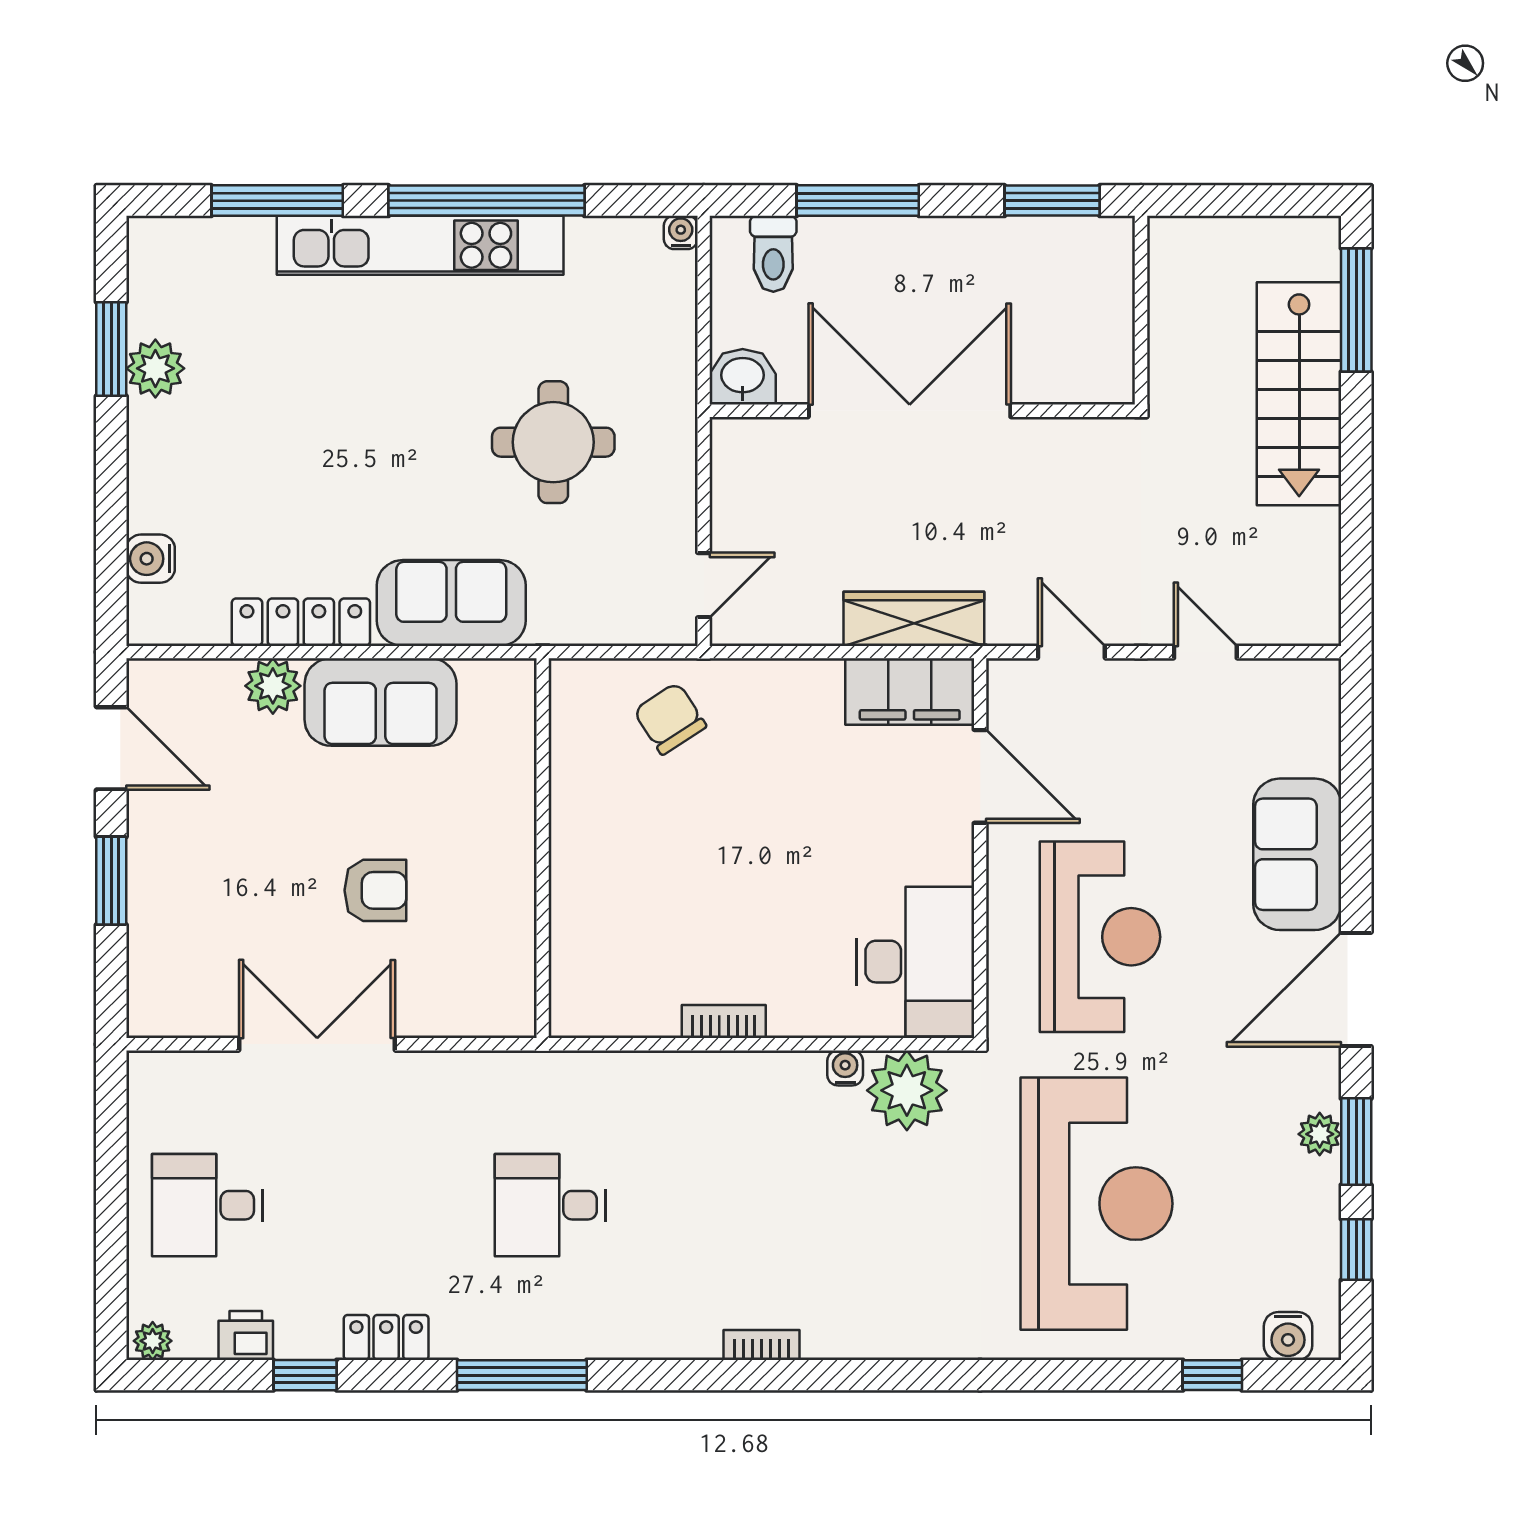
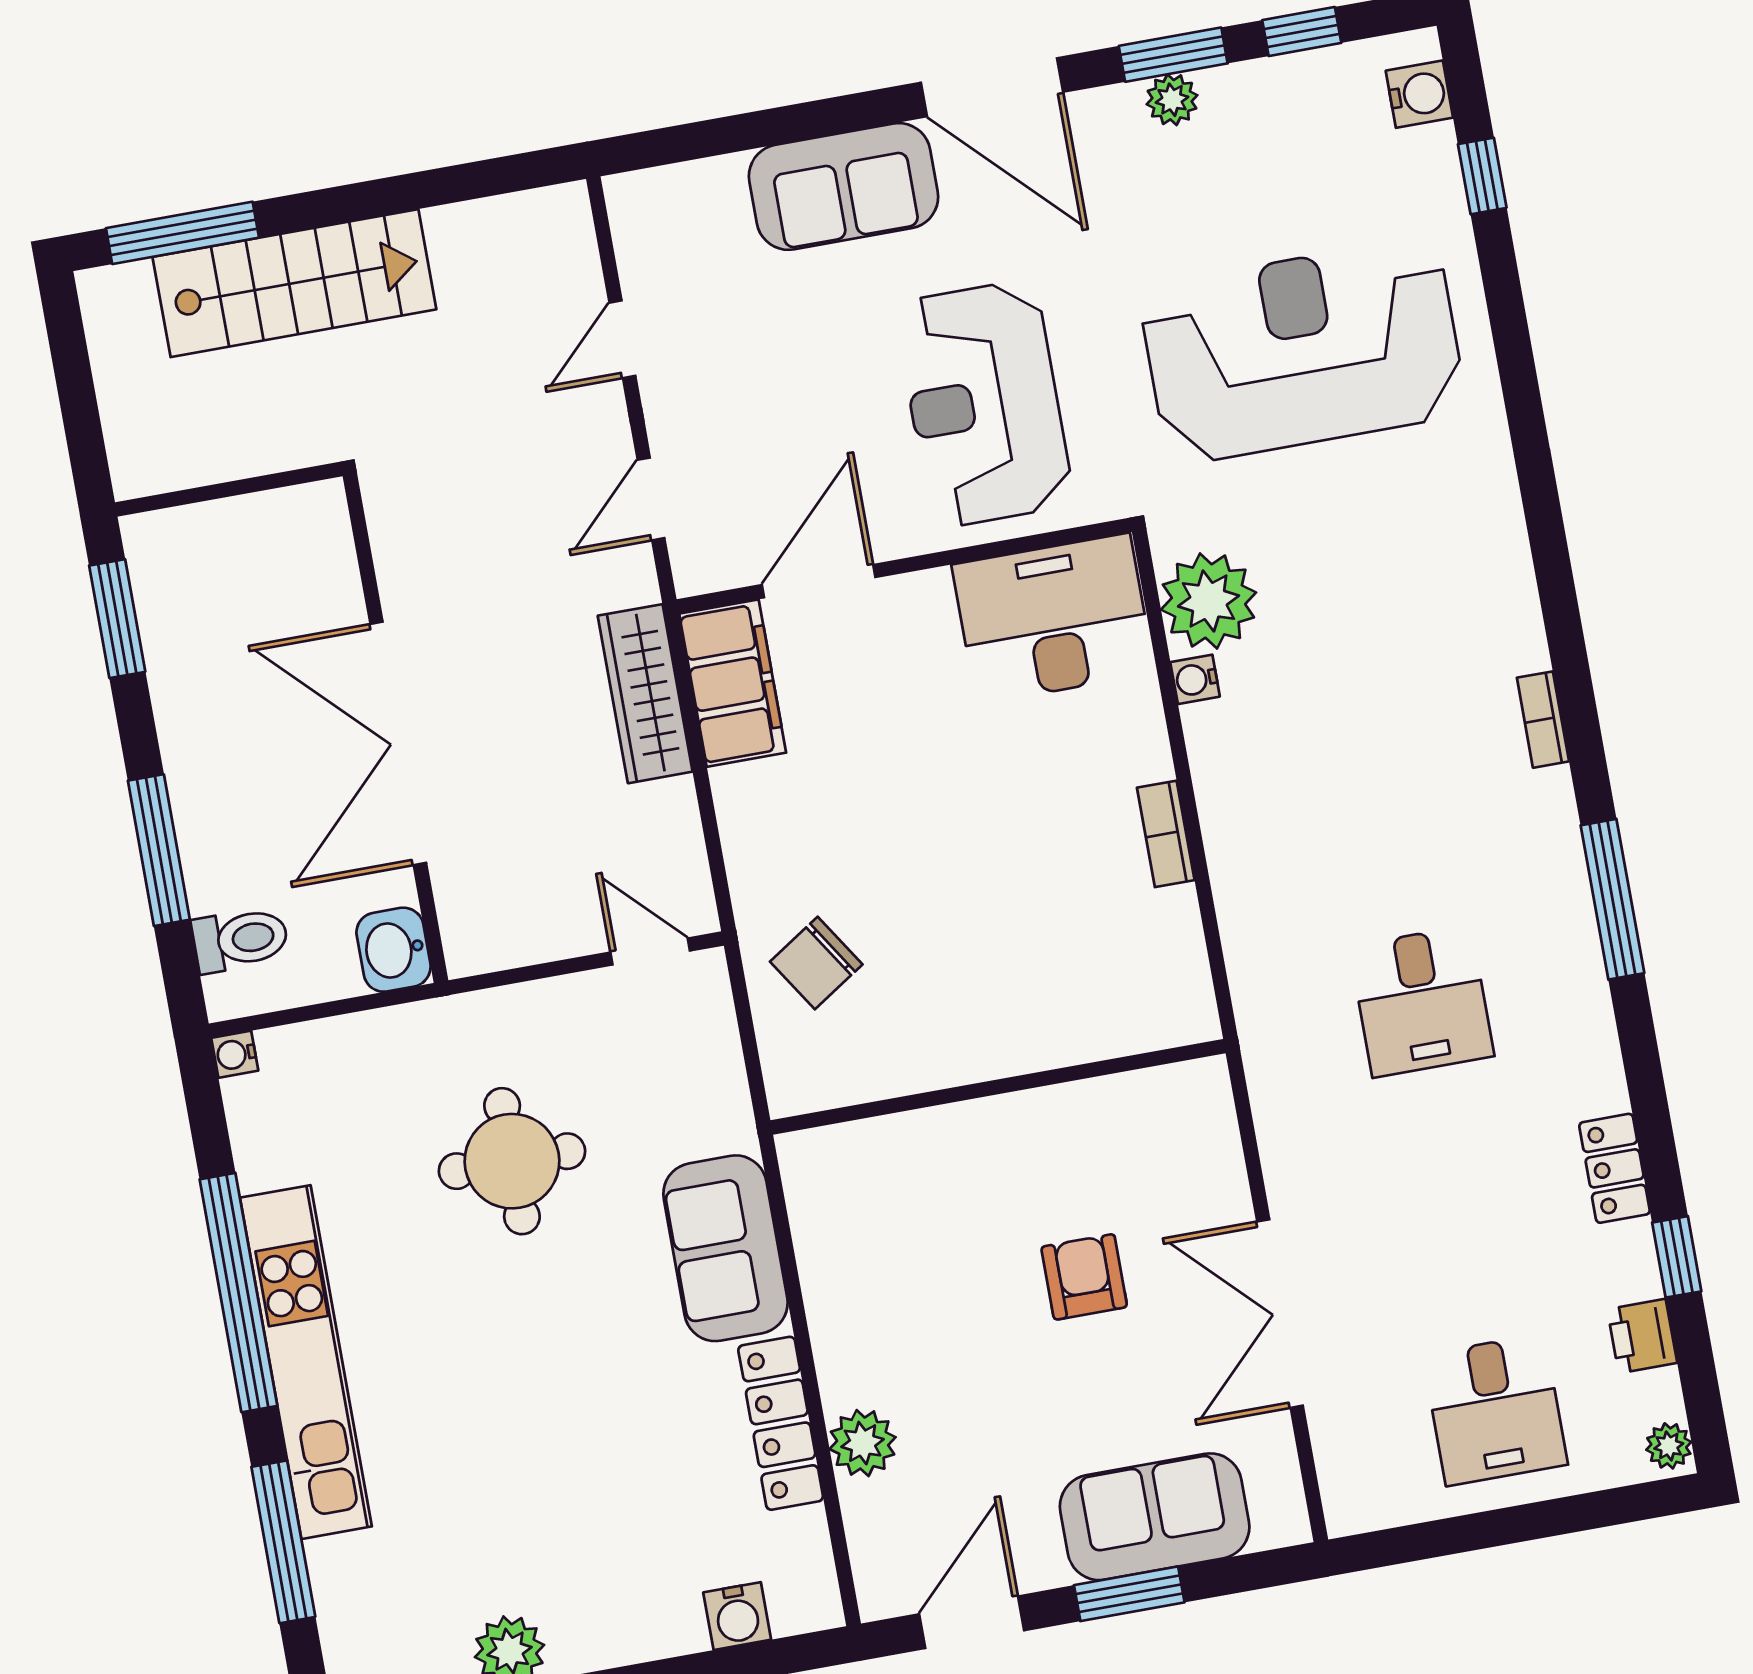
sofa: (381, 702) -> (1155, 1517), moved, turned -90
reception desk: (1100, 937) -> (984, 404), turned -90
window: (522, 1375) -> (1612, 899), moved

